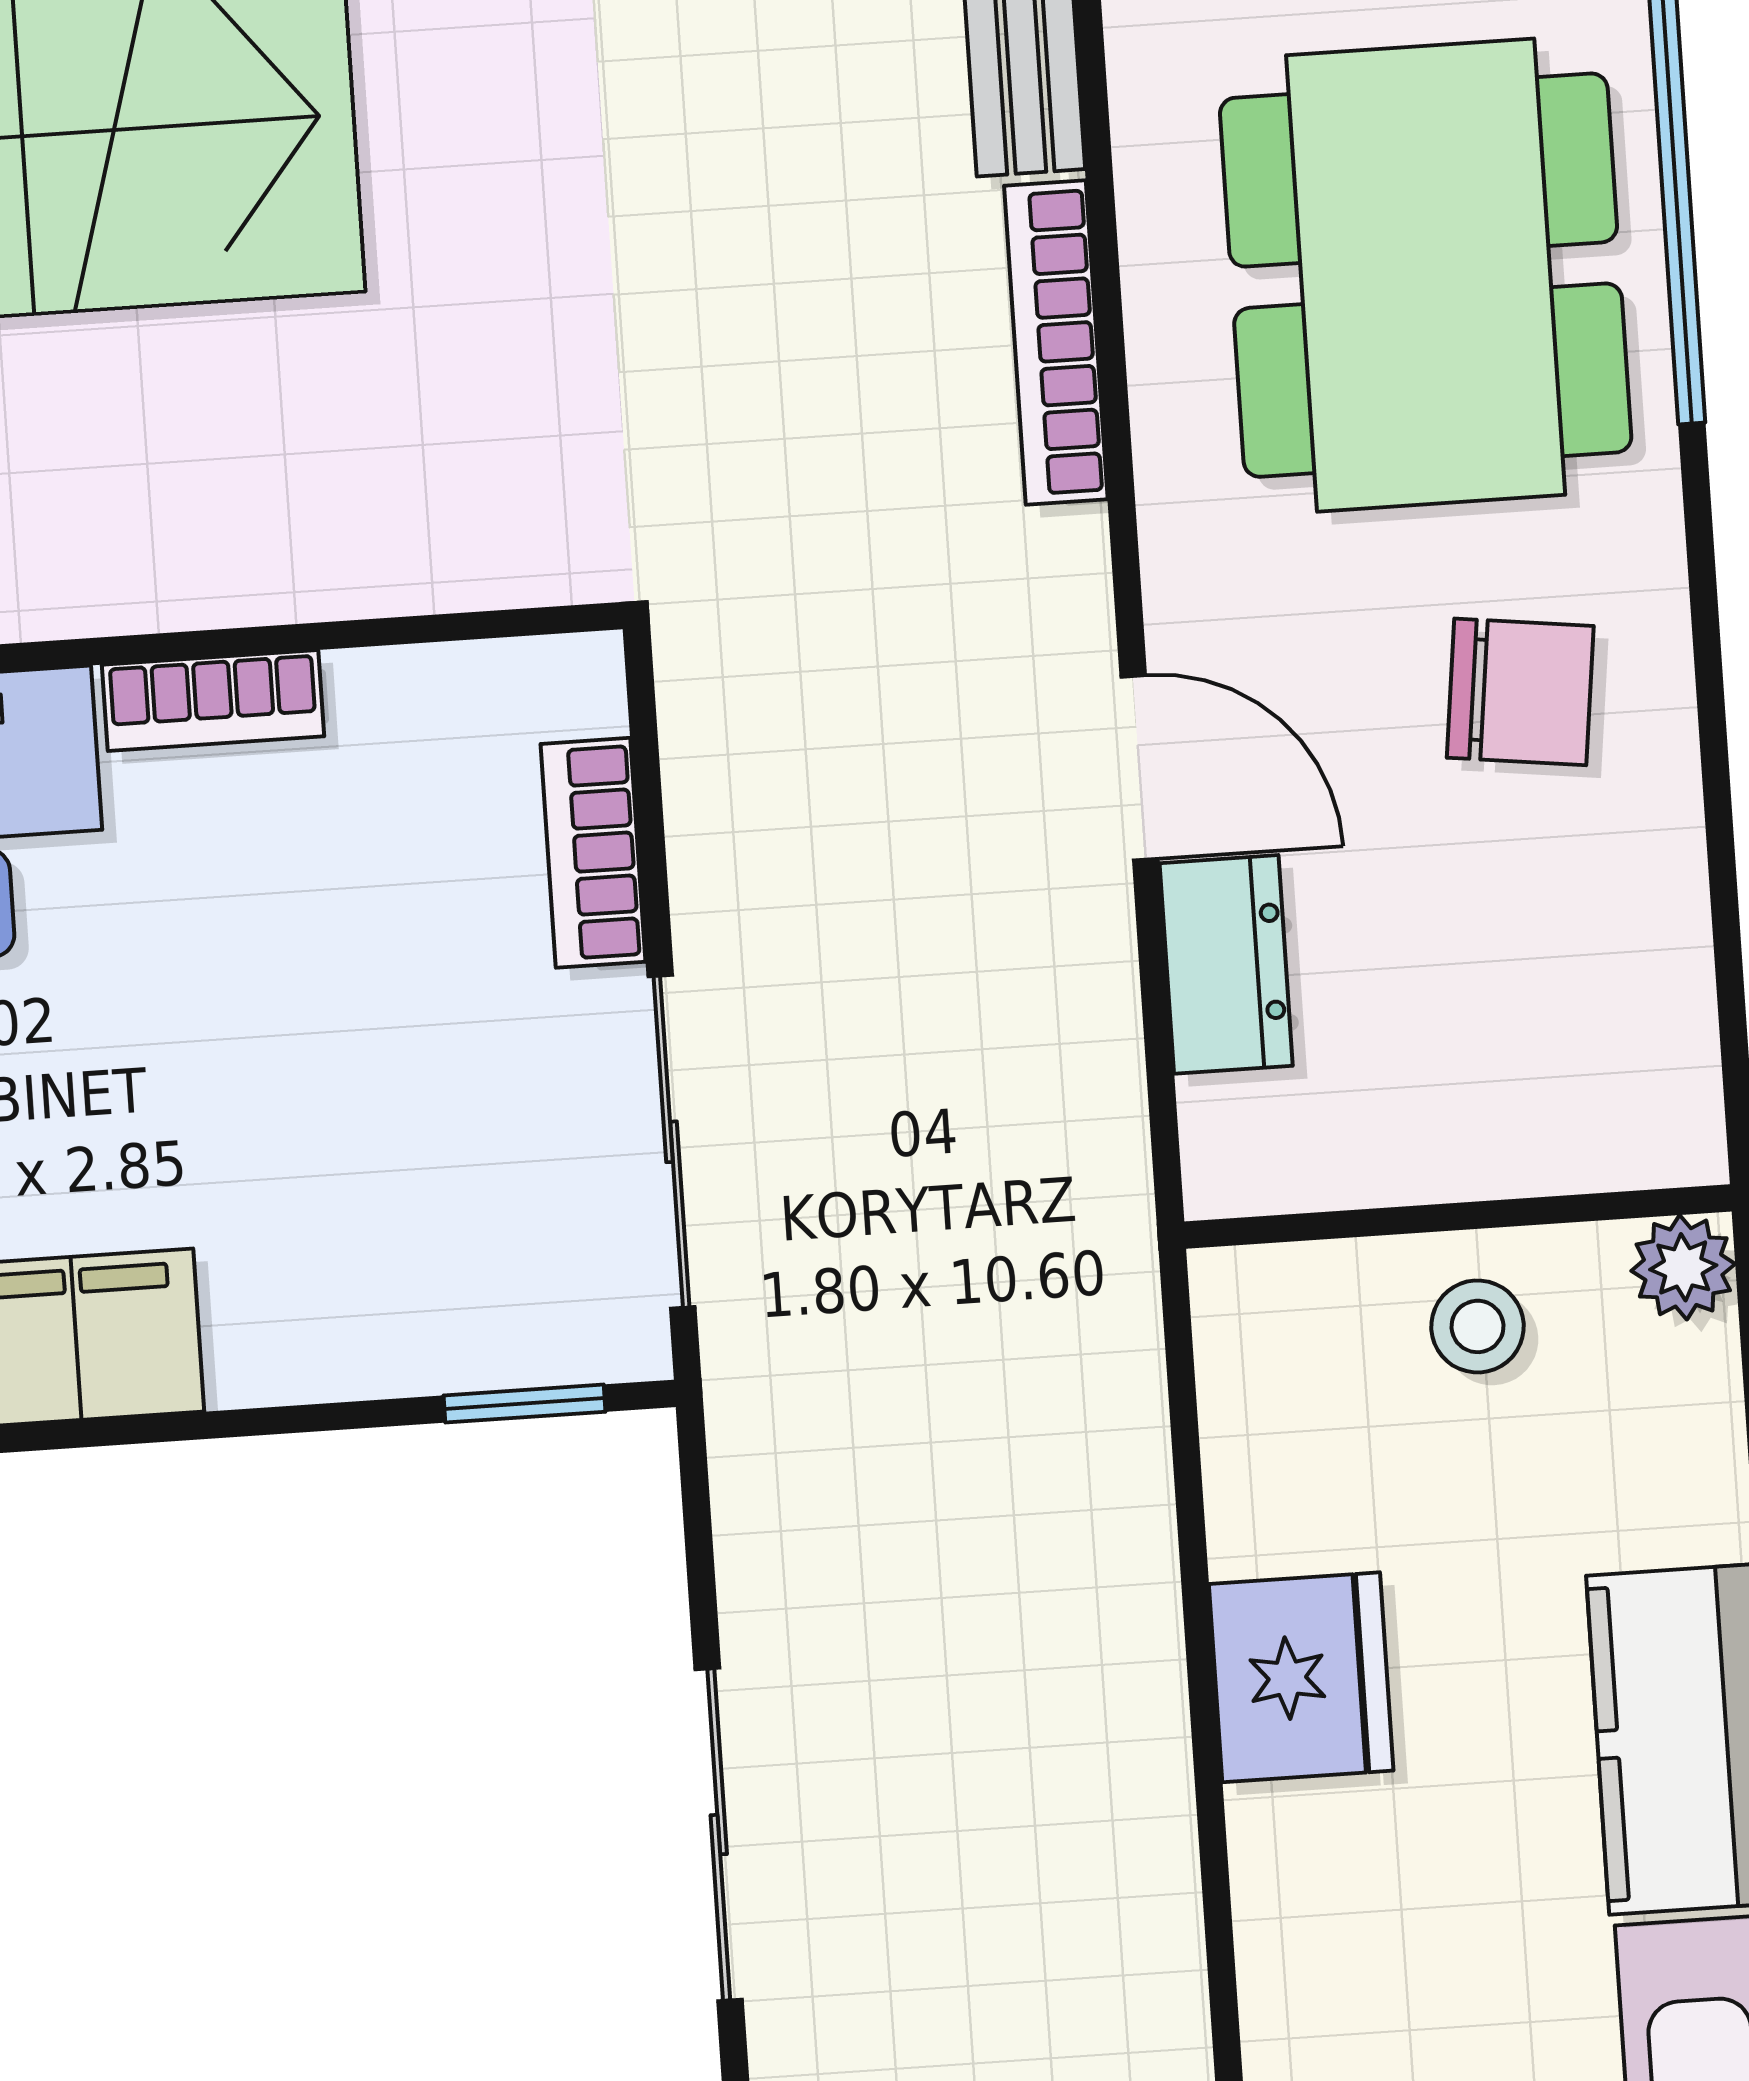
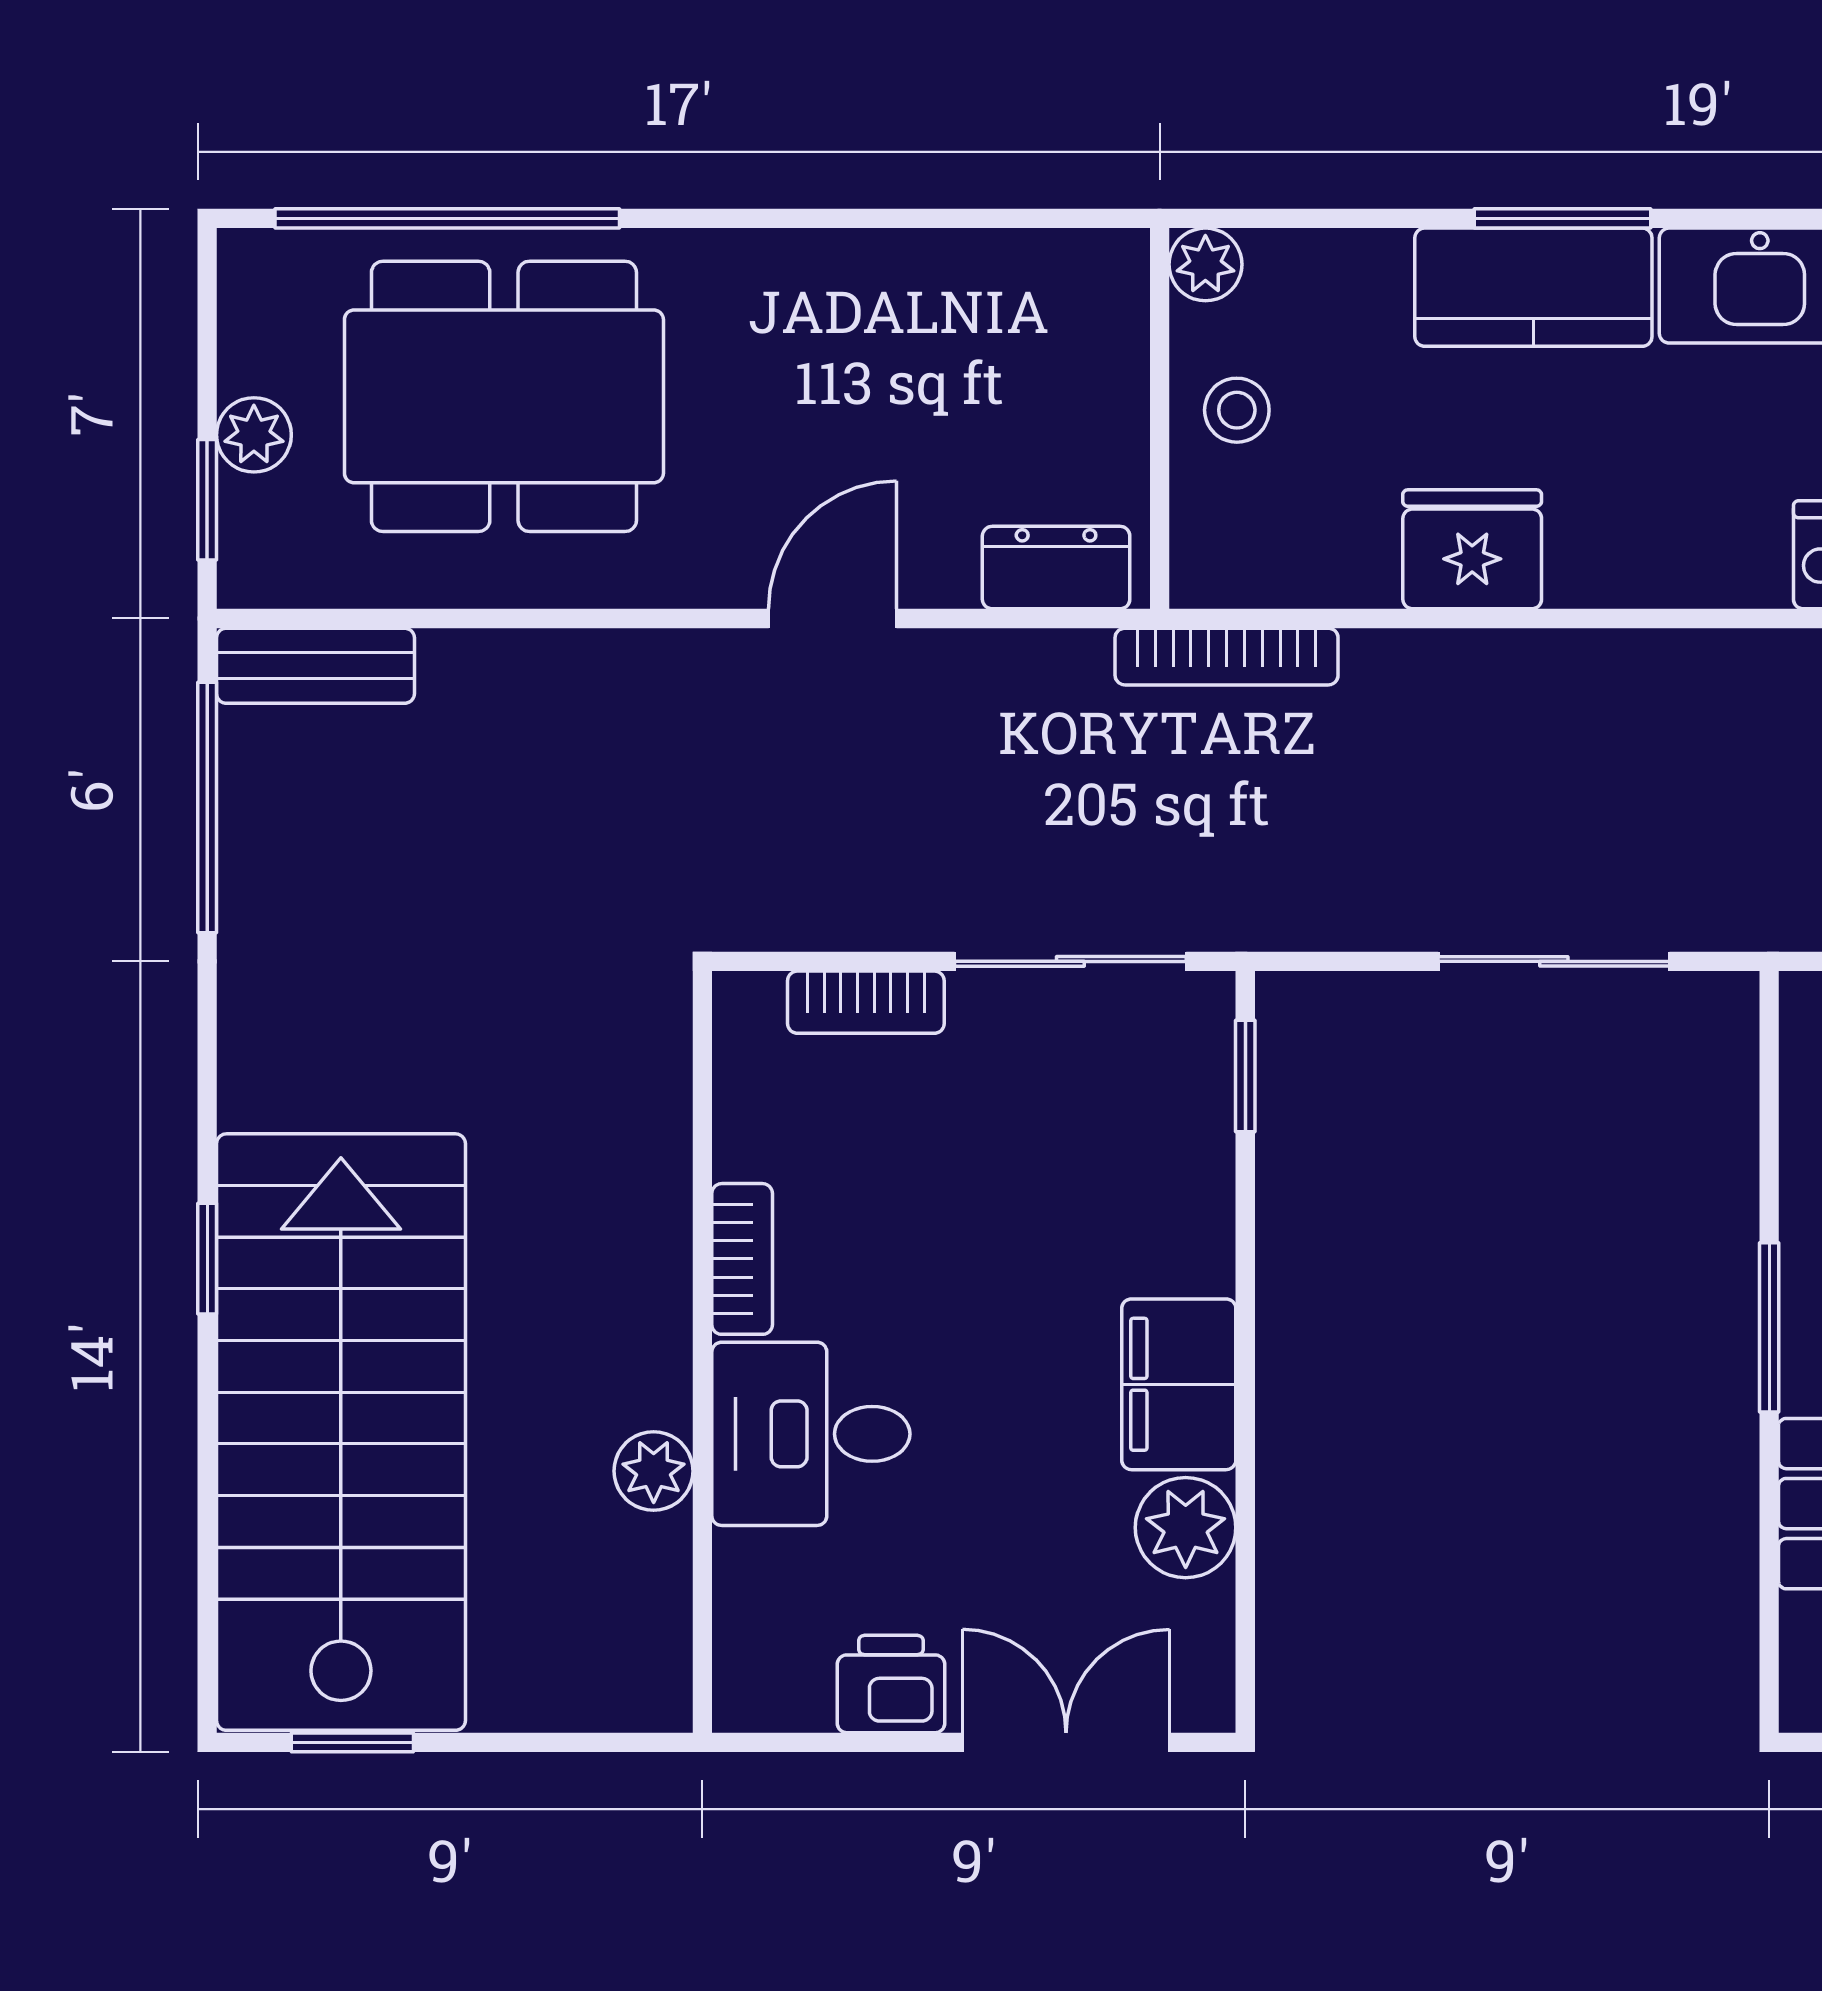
bookcase: (1056, 343) -> (1227, 657), moved
chair: (1520, 692) -> (798, 350), removed
dresser: (1226, 964) -> (1056, 568), moved

